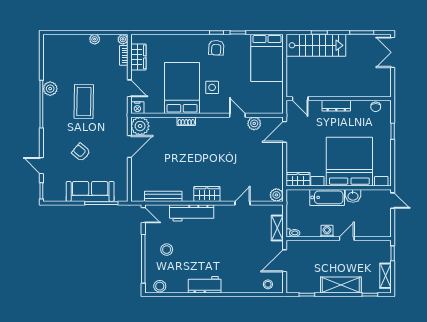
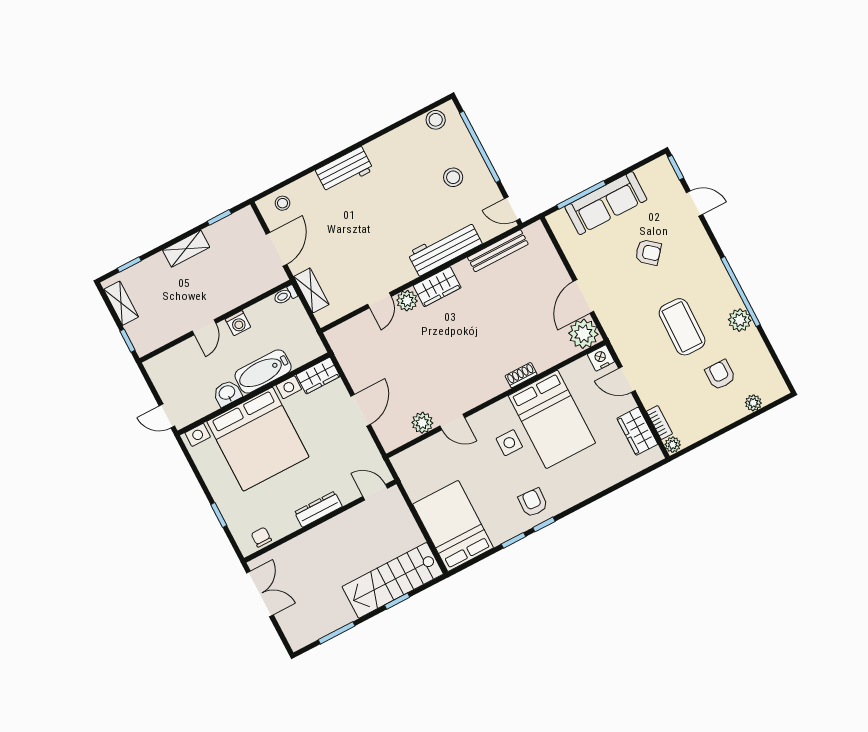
plant: (95, 39) -> (753, 403), moved
double door: (393, 52) -> (260, 594), moved
armchair: (77, 64) -> (720, 375), added
door: (285, 132) -> (361, 410), moved
plant: (276, 195) -> (407, 301), moved
workbench: (205, 285) -> (344, 170), moved
shelving: (341, 285) -> (186, 249), width x0.67, depth x0.75

